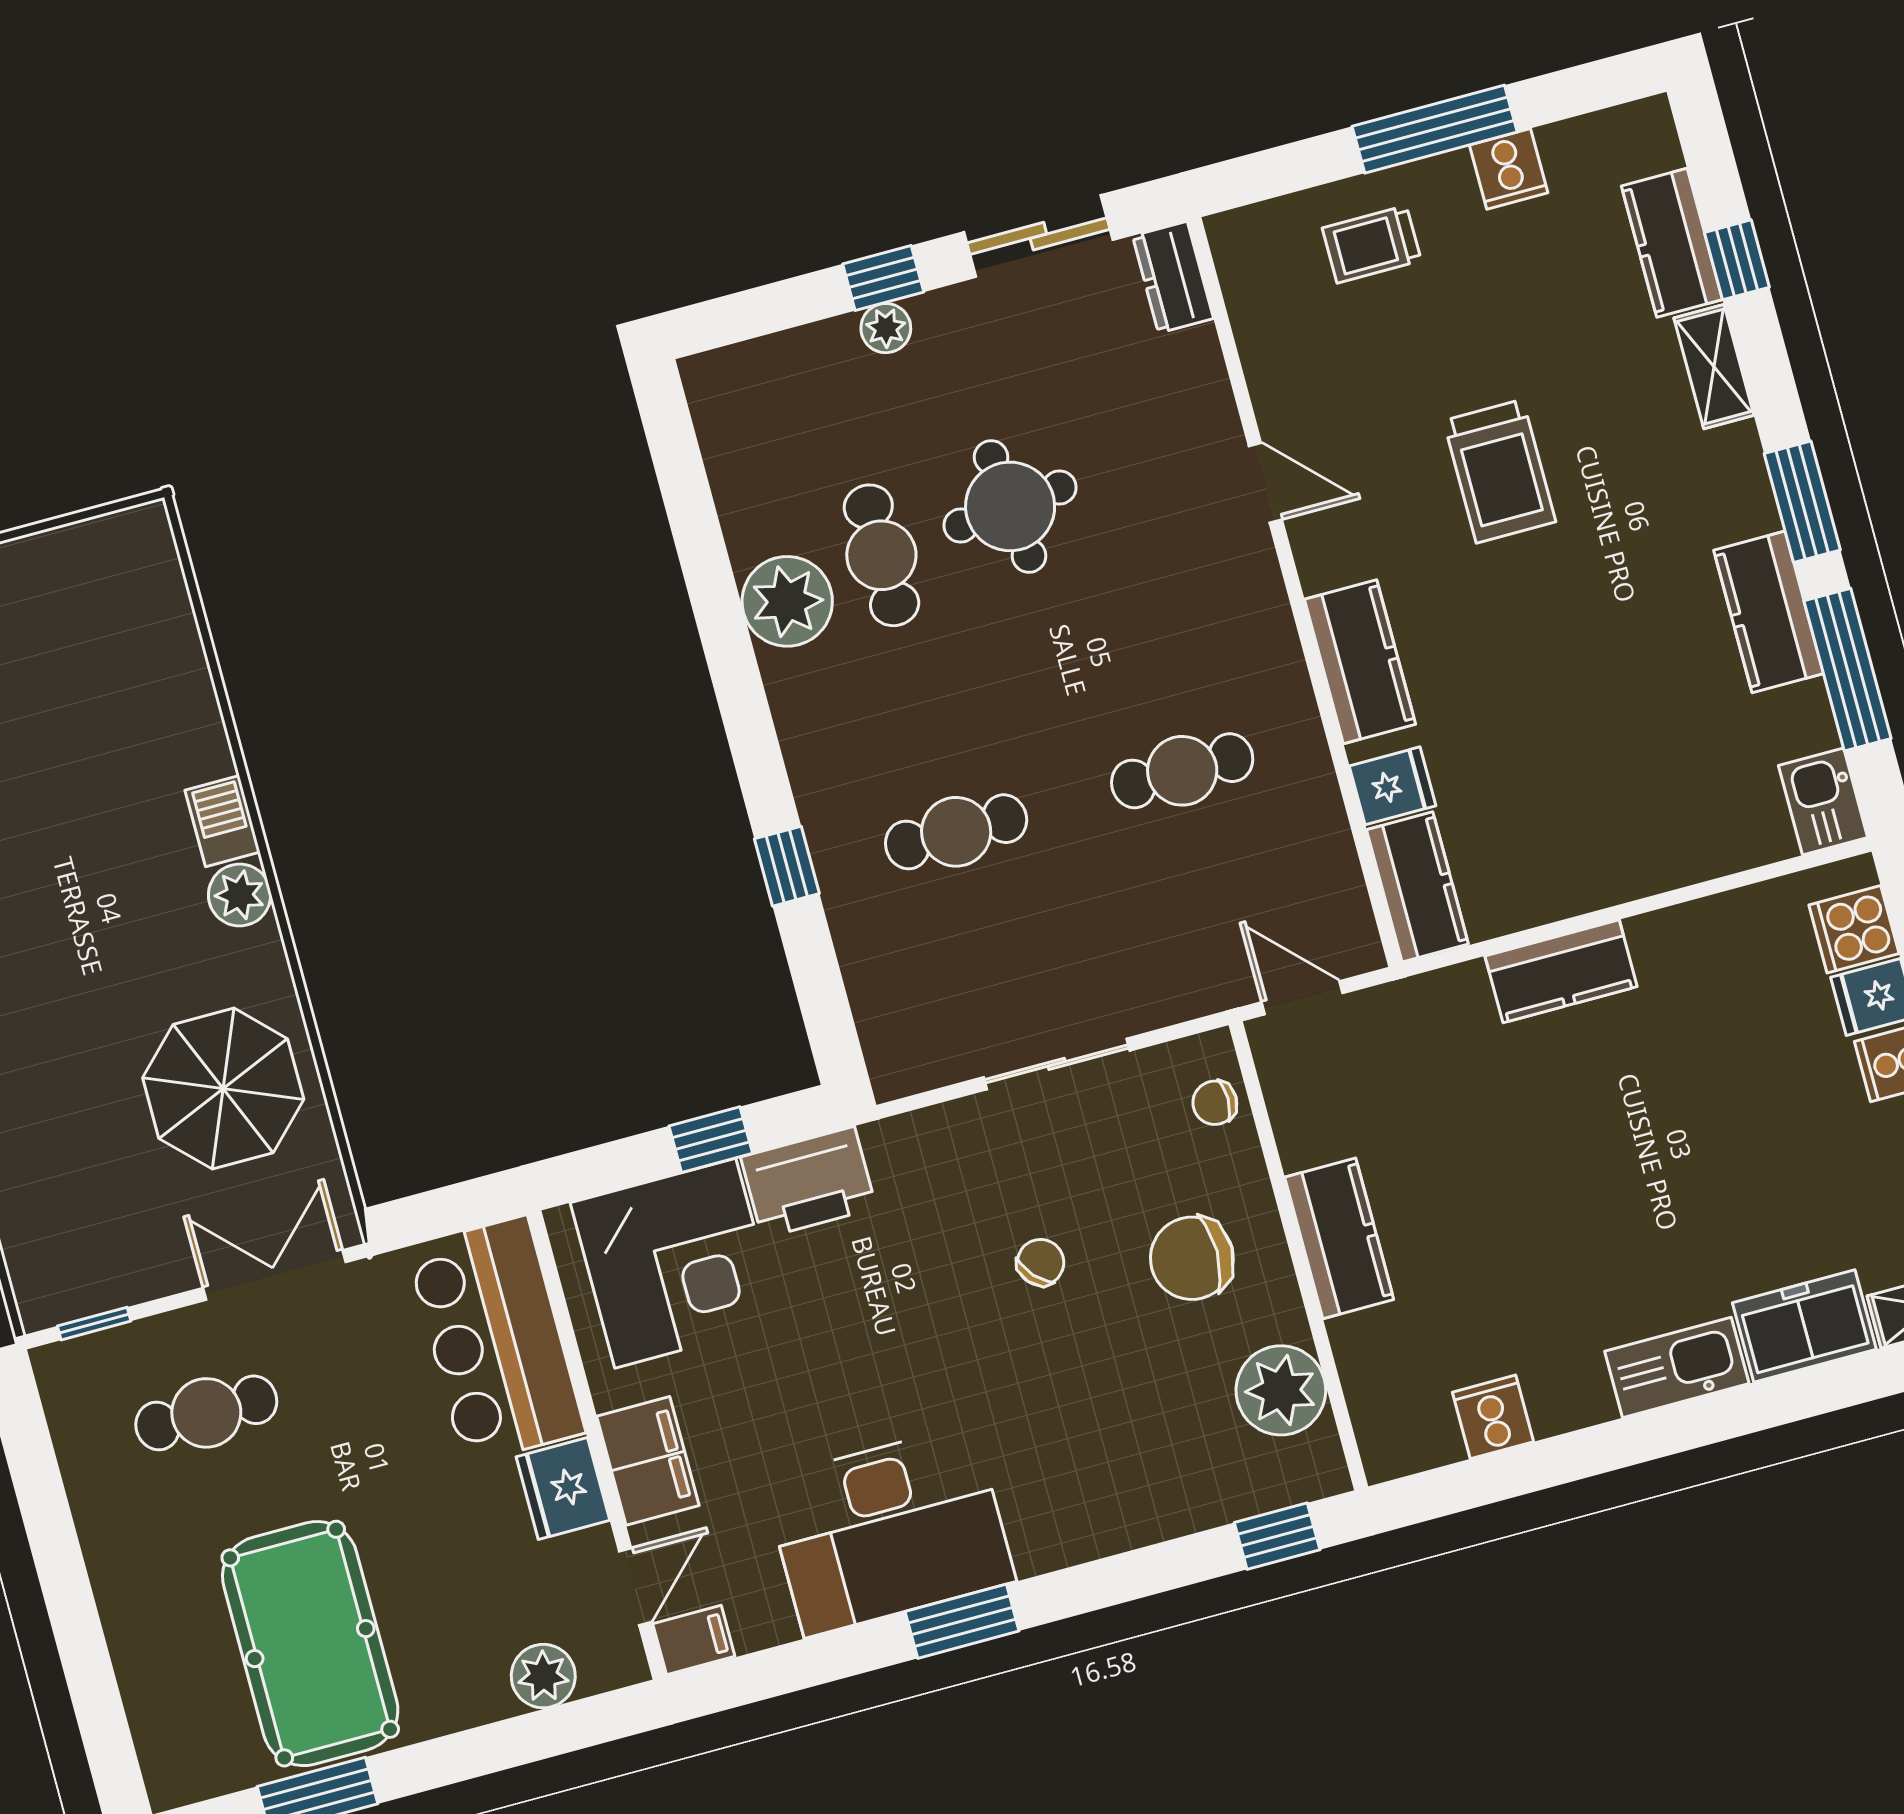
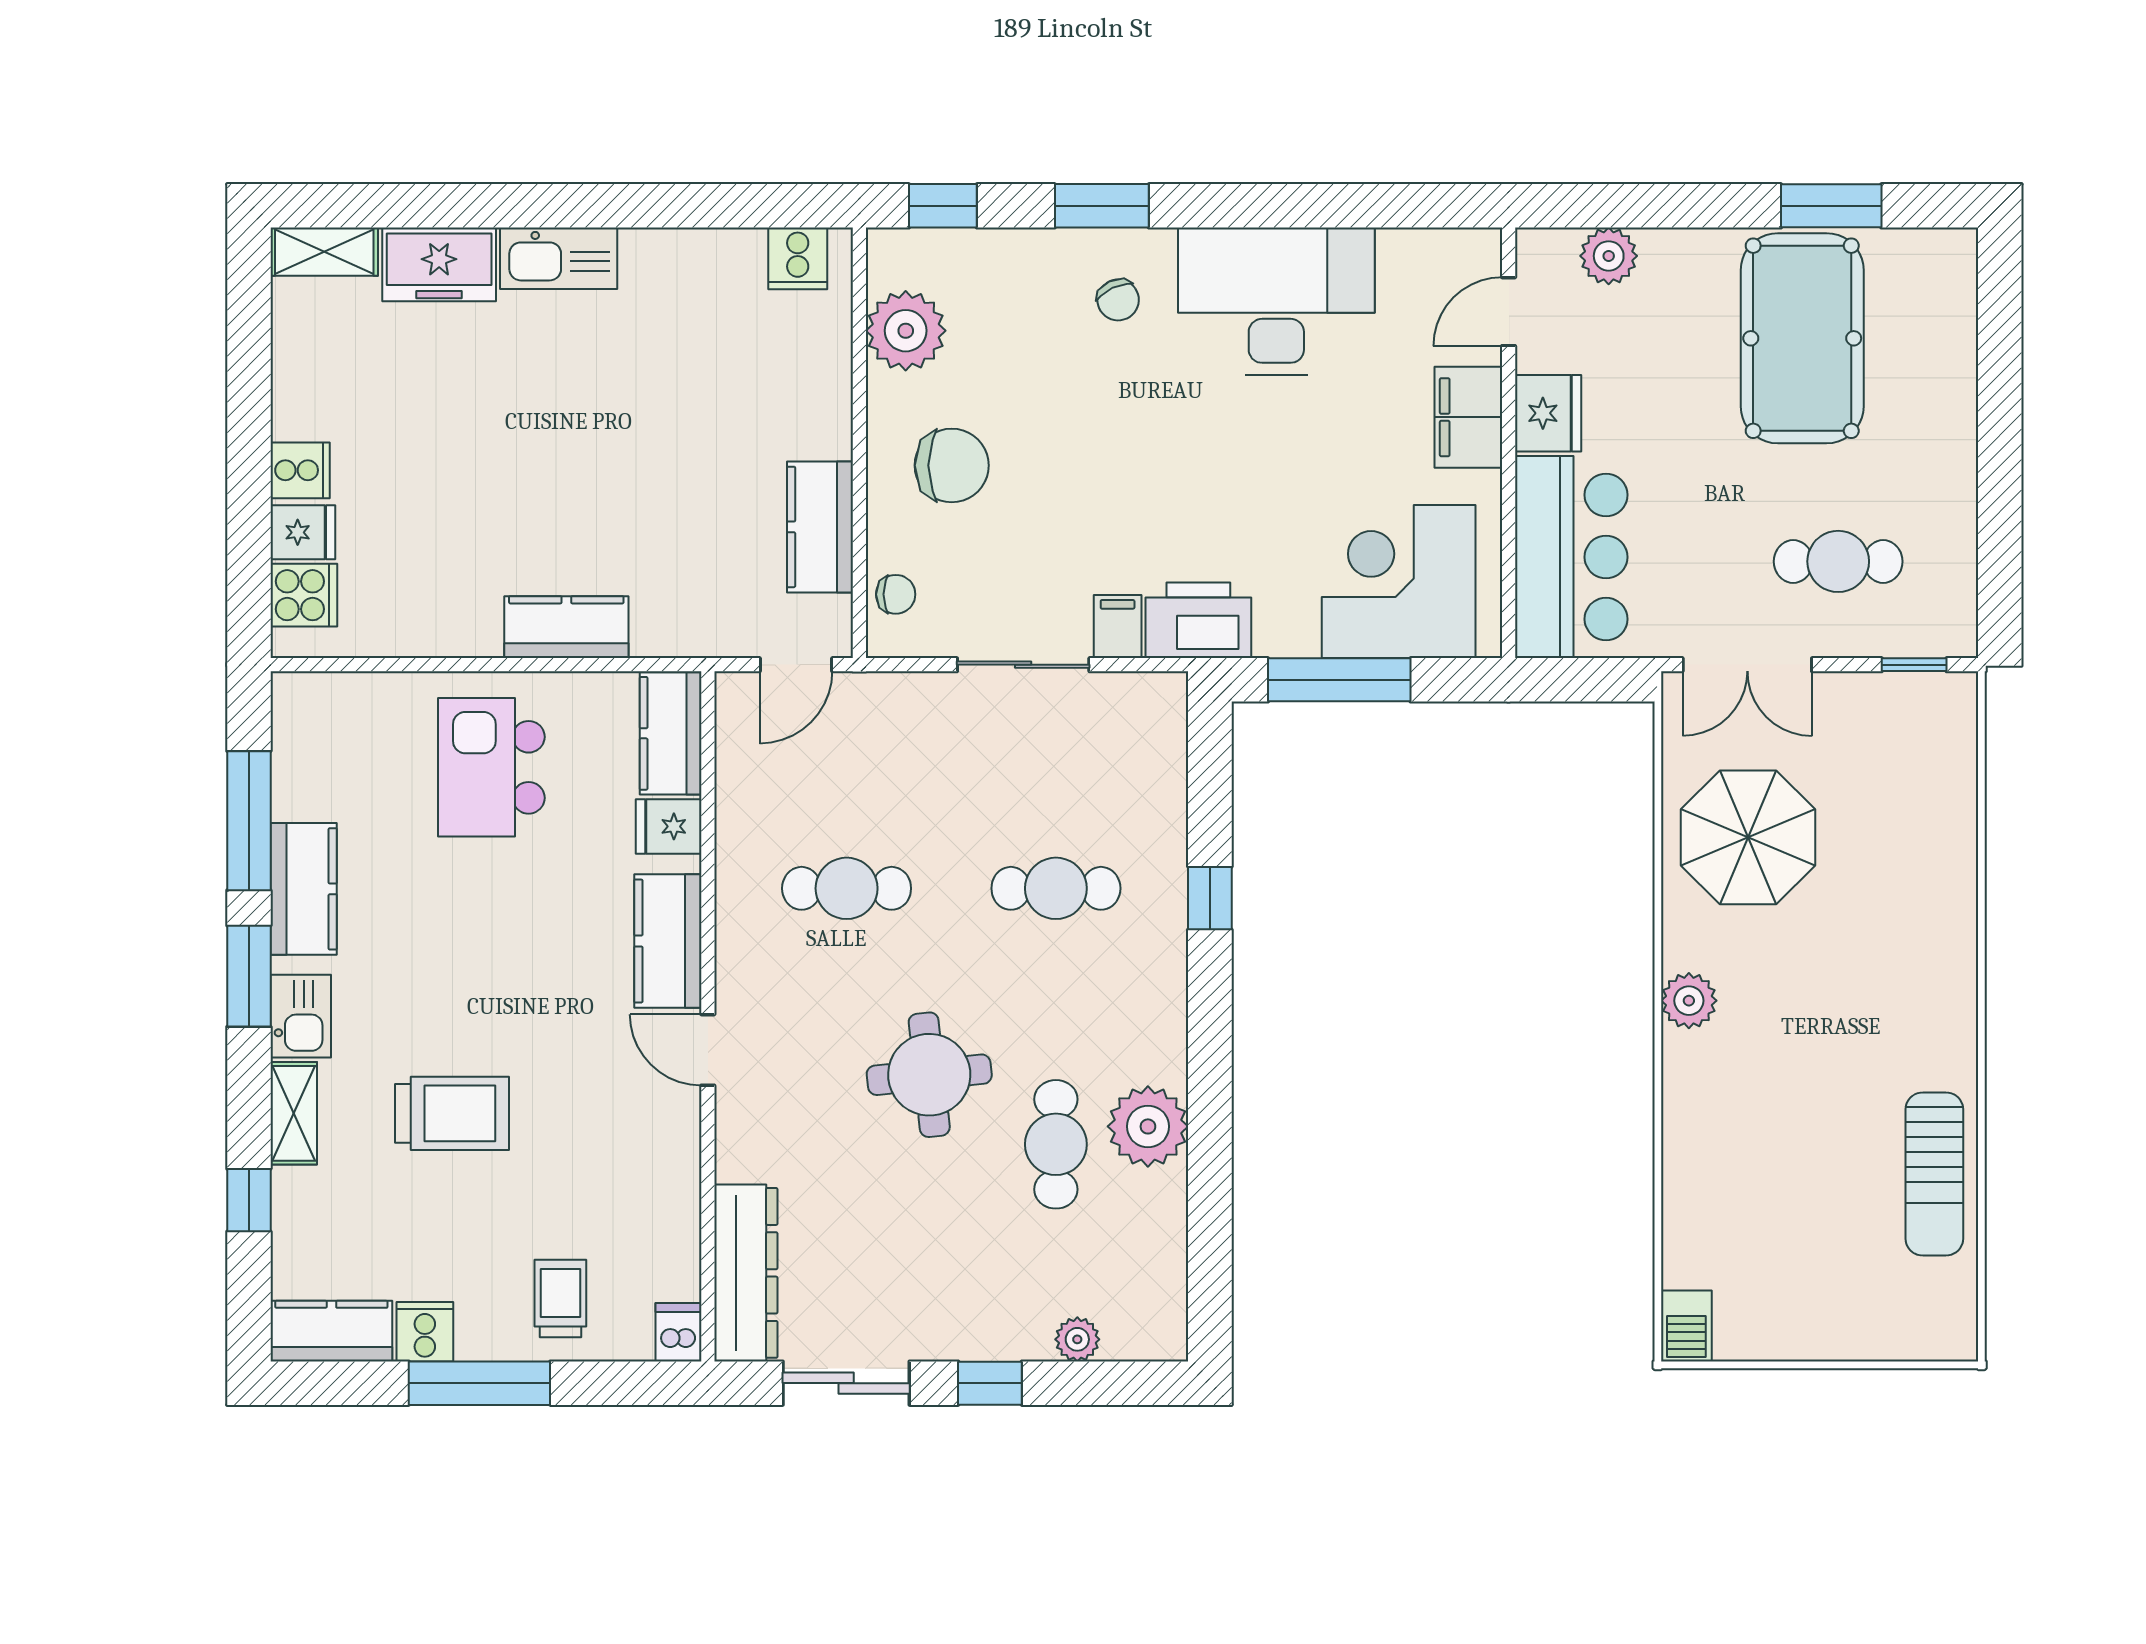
dishwasher: (1234, 242) -> (678, 1332), added
kitchen counter: (1672, 243) -> (331, 1331), moved, turned -90
trolley: (1372, 244) -> (560, 1299), turned -90
dresser: (1173, 277) -> (746, 1273), width x1.96, depth x1.24
plant: (886, 328) -> (1077, 1339), moved
trolley: (1500, 471) -> (452, 1113), moved, turned 90
door: (1265, 483) -> (708, 1050), moved
round table: (1010, 506) -> (929, 1075), moved
kitchen island: (1601, 798) -> (491, 767), added
kitchen sink: (1823, 801) -> (301, 1016), moved
barbecue: (223, 821) -> (1686, 1326), moved
door: (1302, 998) -> (796, 665), hinge flipped
window: (711, 1140) -> (1339, 680), width x2.17
printer: (808, 1182) -> (1198, 620), moved
kitchen counter: (1339, 1238) -> (820, 527), moved
chair: (1041, 1262) -> (1118, 300), moved, turned -73
cooker: (1493, 1417) -> (798, 258), moved
window: (962, 1621) -> (1102, 206), moved
filing cabinet: (694, 1640) -> (1118, 626), moved, turned 90

